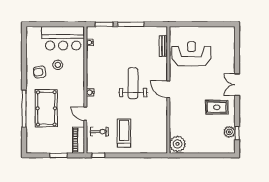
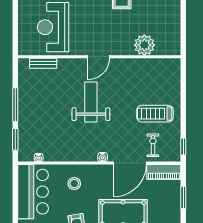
stool: (58, 65) -> (74, 184), moved
weight bench: (133, 83) -> (91, 102), turned 90
door: (85, 114) -> (130, 163), width x1.88
plant: (178, 144) -> (144, 45), moved

